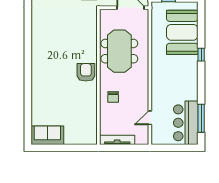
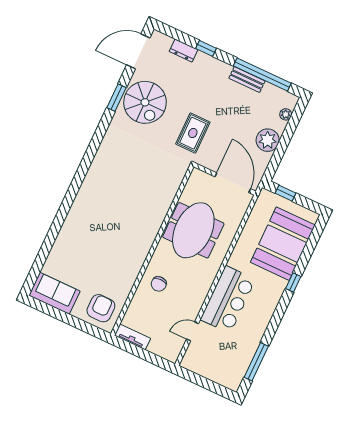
armchair: (86, 72) -> (101, 308), moved
bar counter: (186, 123) -> (228, 300), moved, turned 180
tv unit: (117, 140) -> (132, 337), width x0.71

